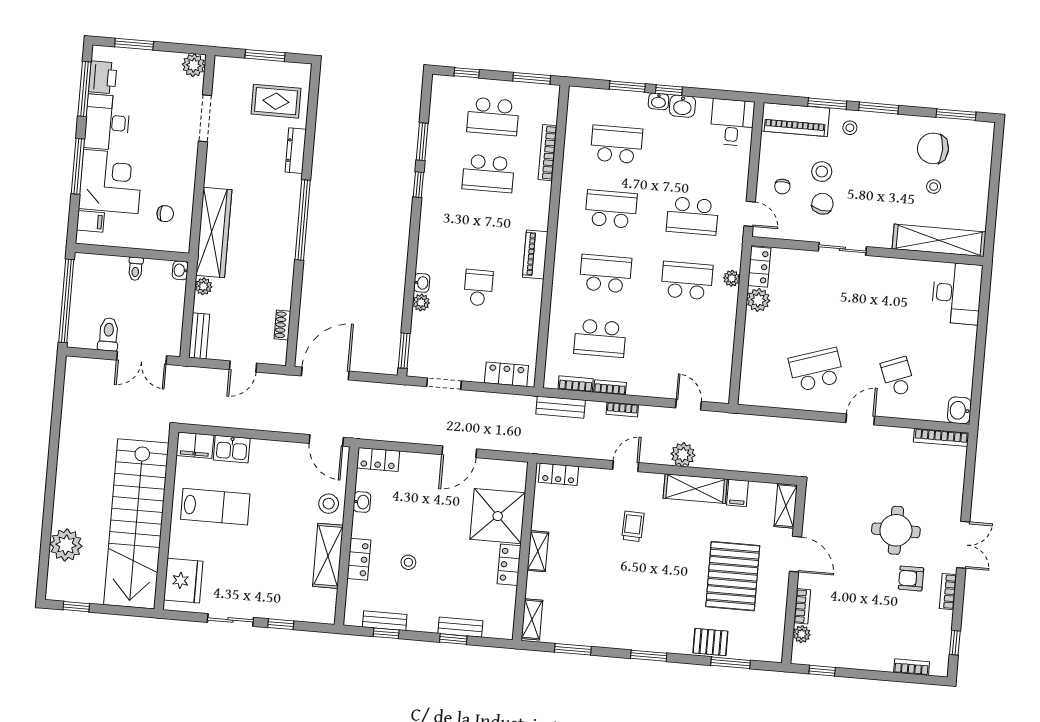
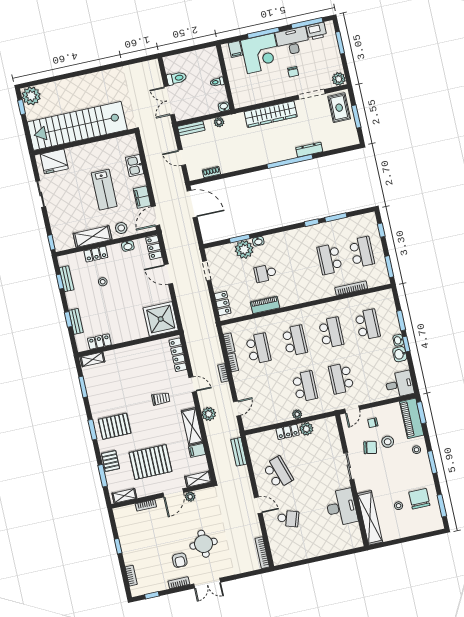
rug: (276, 101) -> (339, 108), moved
window: (827, 104) -> (421, 413), moved
school desk: (493, 116) -> (362, 252), turned 180
chair: (165, 214) -> (293, 72), moved
window: (303, 220) -> (290, 161), moved
wardrobe: (214, 232) -> (271, 114), moved
piano: (535, 254) -> (265, 305), moved
locker: (759, 267) -> (288, 432), moved
plant: (732, 278) -> (297, 414), moved
school desk: (478, 288) -> (265, 273), turned 180
desk: (957, 293) -> (341, 507), moved, turned -90
window: (66, 301) -> (188, 49), removed
plant: (421, 302) -> (244, 249), width x1.88, depth x1.88
school desk: (600, 338) -> (258, 349), turned 180
window: (404, 351) -> (240, 239), moved
school desk: (898, 377) -> (288, 519), turned 39
bench: (561, 407) -> (239, 452), moved
washbasin: (959, 410) -> (280, 558), removed
filing cabinet: (195, 445) -> (142, 197), moved
door: (459, 452) -> (168, 274), moved
locker: (559, 474) -> (178, 355), width x1.53
lab bench: (215, 507) -> (104, 190), moved
shower: (498, 516) -> (161, 319), moved
plant: (66, 545) -> (31, 96), moved
shelving: (538, 551) -> (124, 496), moved
locker: (509, 565) -> (99, 342), moved
armchair: (911, 578) -> (180, 560), turned 180
pallet: (655, 617) -> (115, 426), added
window: (281, 624) -> (51, 242), moved
plant: (802, 634) -> (190, 497), moved
window: (822, 671) -> (118, 546), moved

